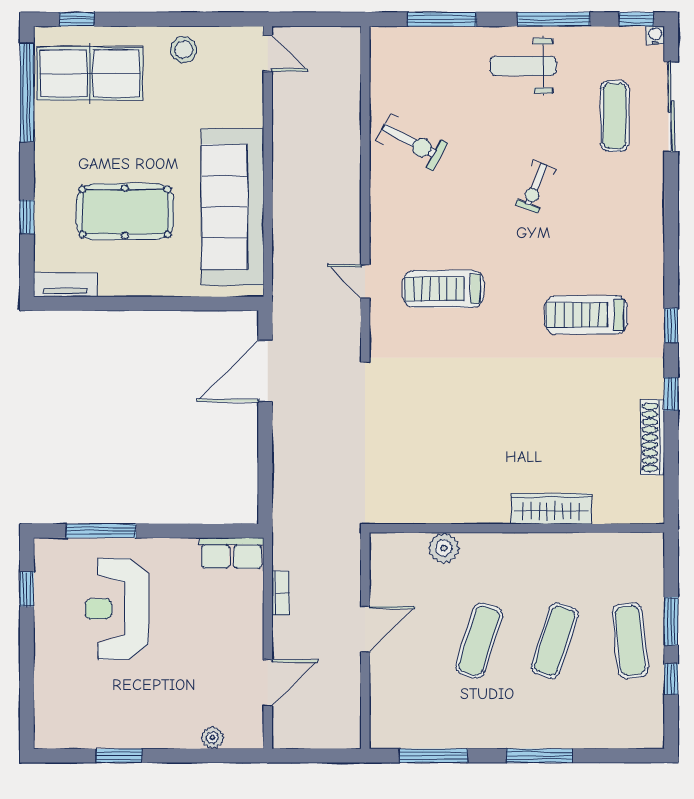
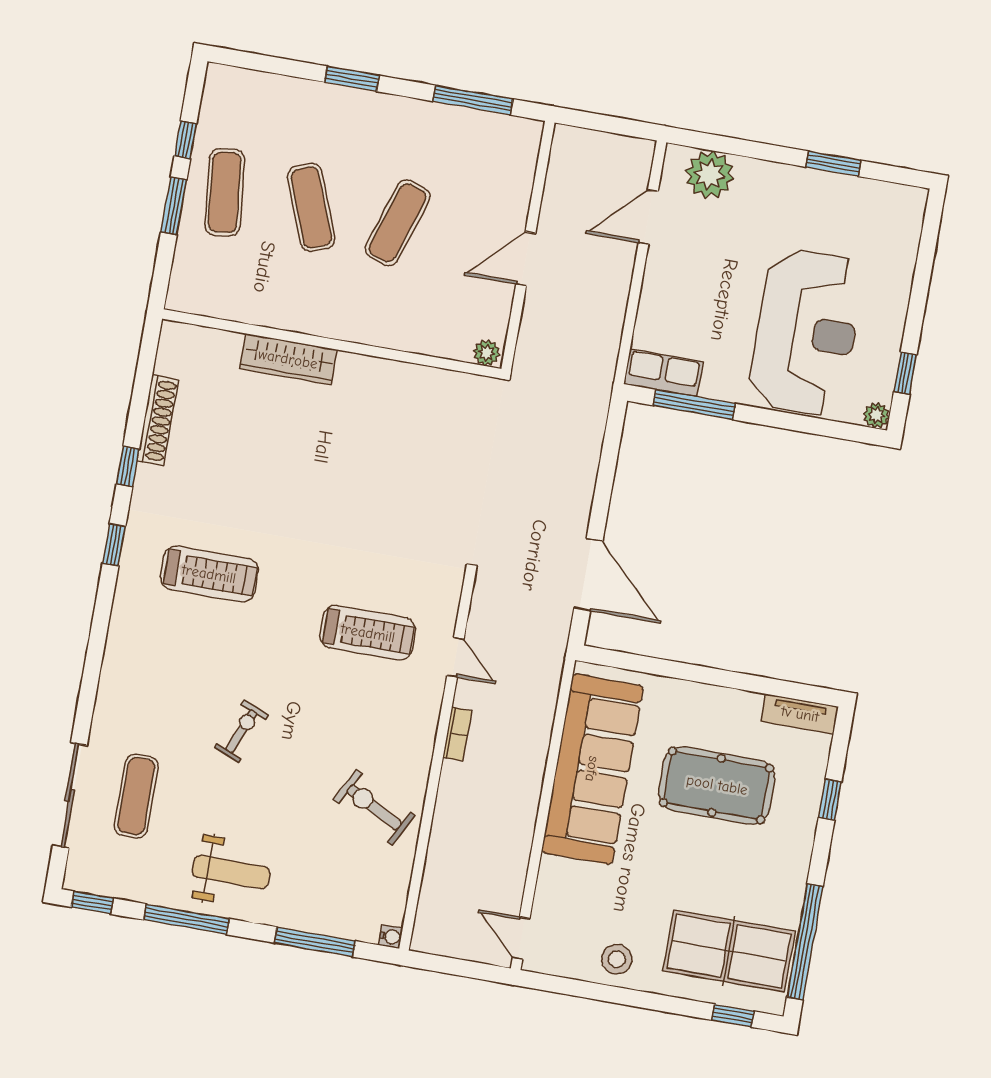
water cooler: (655, 35) -> (391, 937), moved, turned -90
door: (265, 371) -> (588, 575), hinge flipped
window: (101, 531) -> (694, 405), moved
plant: (444, 548) -> (487, 353), moved, width x0.73, depth x0.73
plant: (45, 549) -> (876, 415), added
bookcase: (281, 593) -> (457, 734), moved, turned 180
reception desk: (117, 609) -> (806, 332), width x1.36, depth x1.30
exercise mat: (555, 641) -> (311, 207), turned -39
plant: (212, 738) -> (710, 175), width x1.87, depth x1.87
window: (539, 756) -> (352, 79), width x0.69

